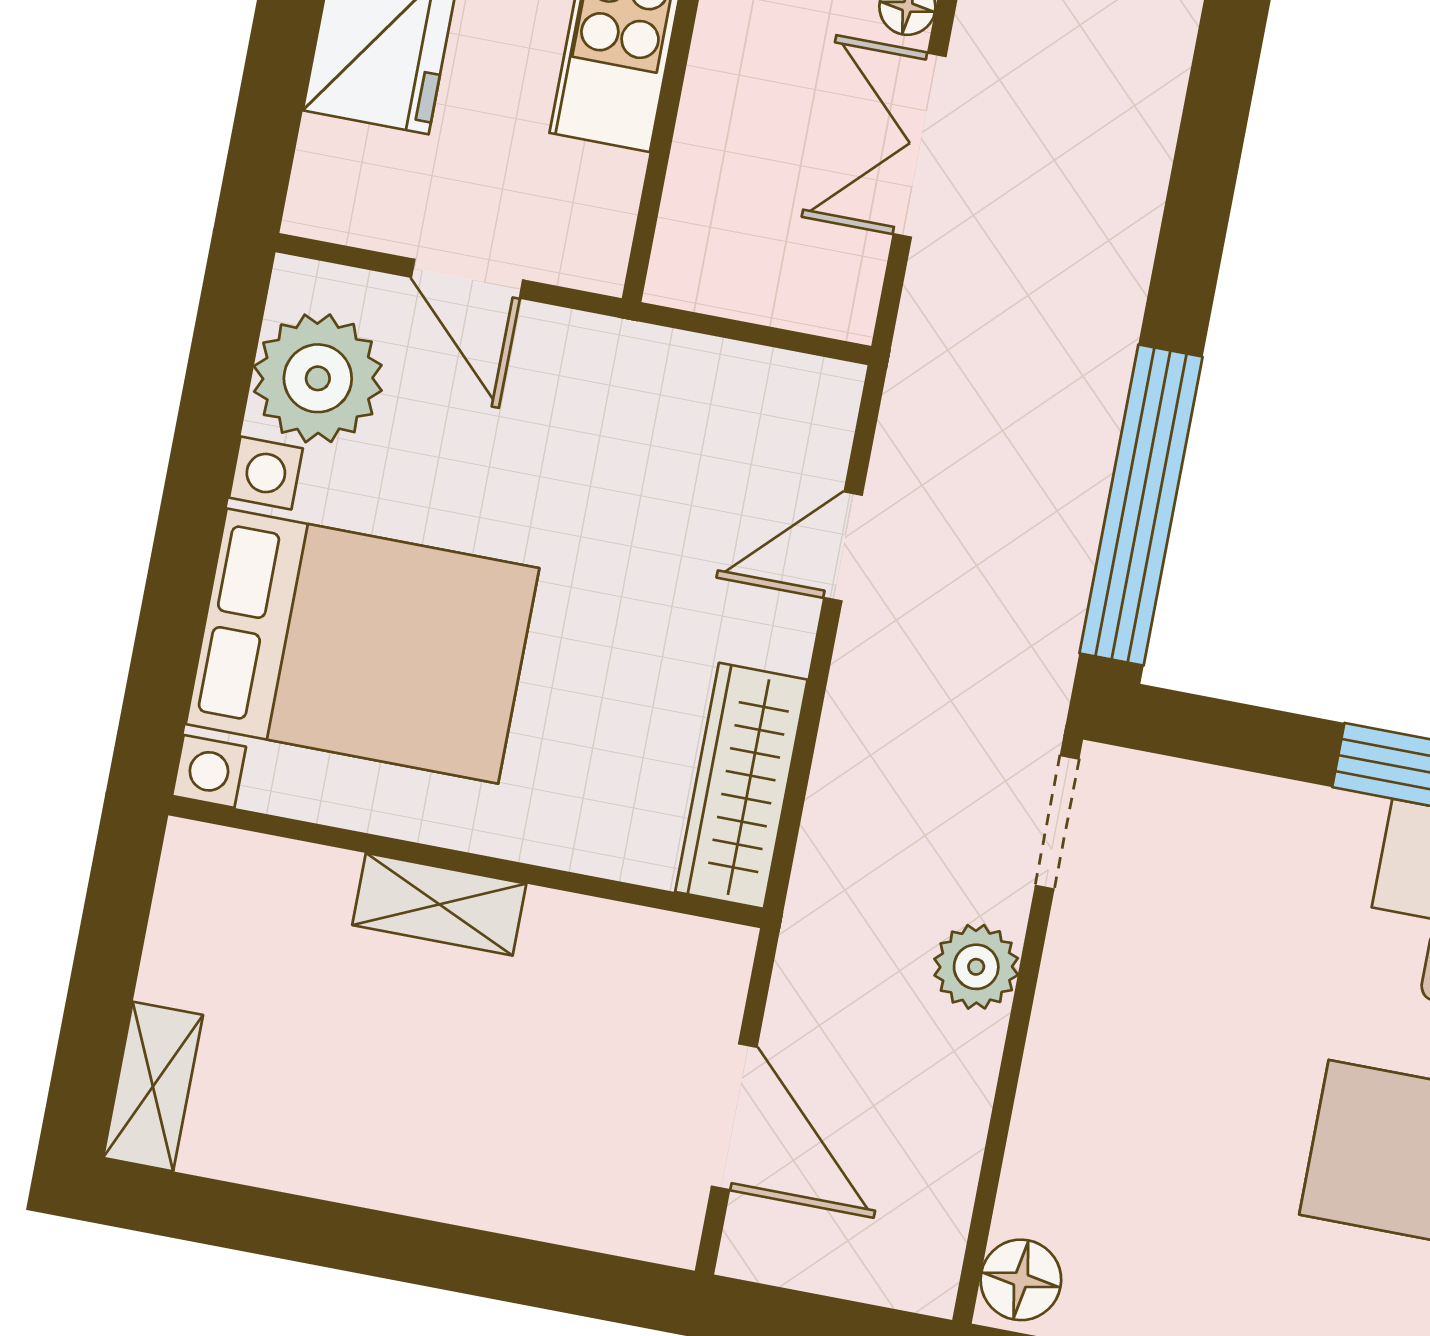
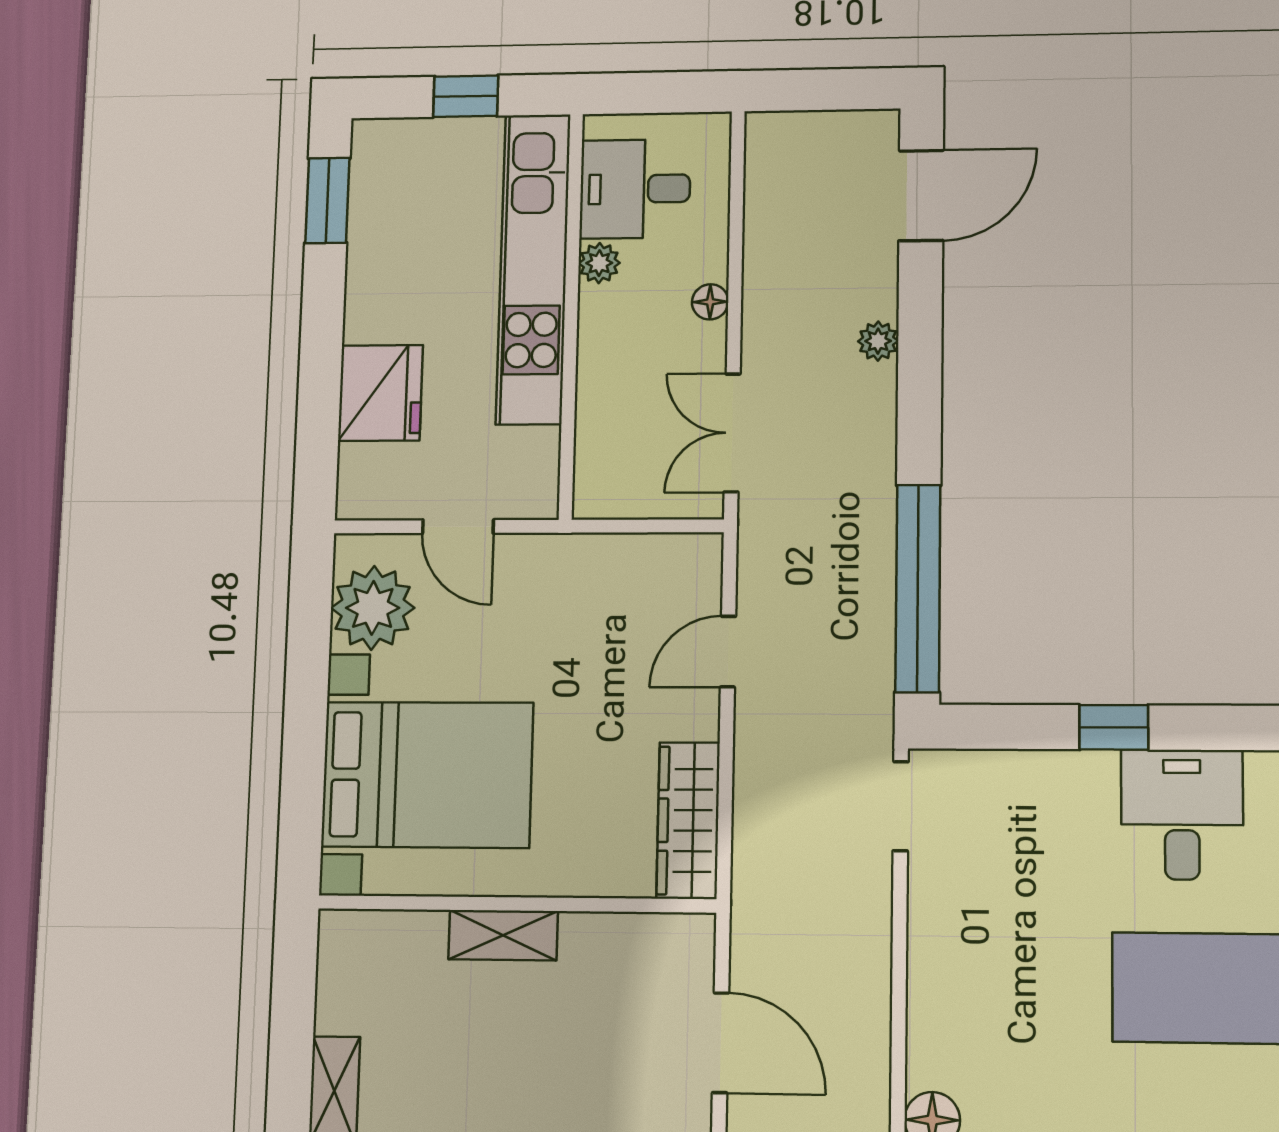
double door: (920, 145) -> (732, 433), moved
plant: (976, 967) -> (878, 341), moved, width x0.73, depth x0.73

